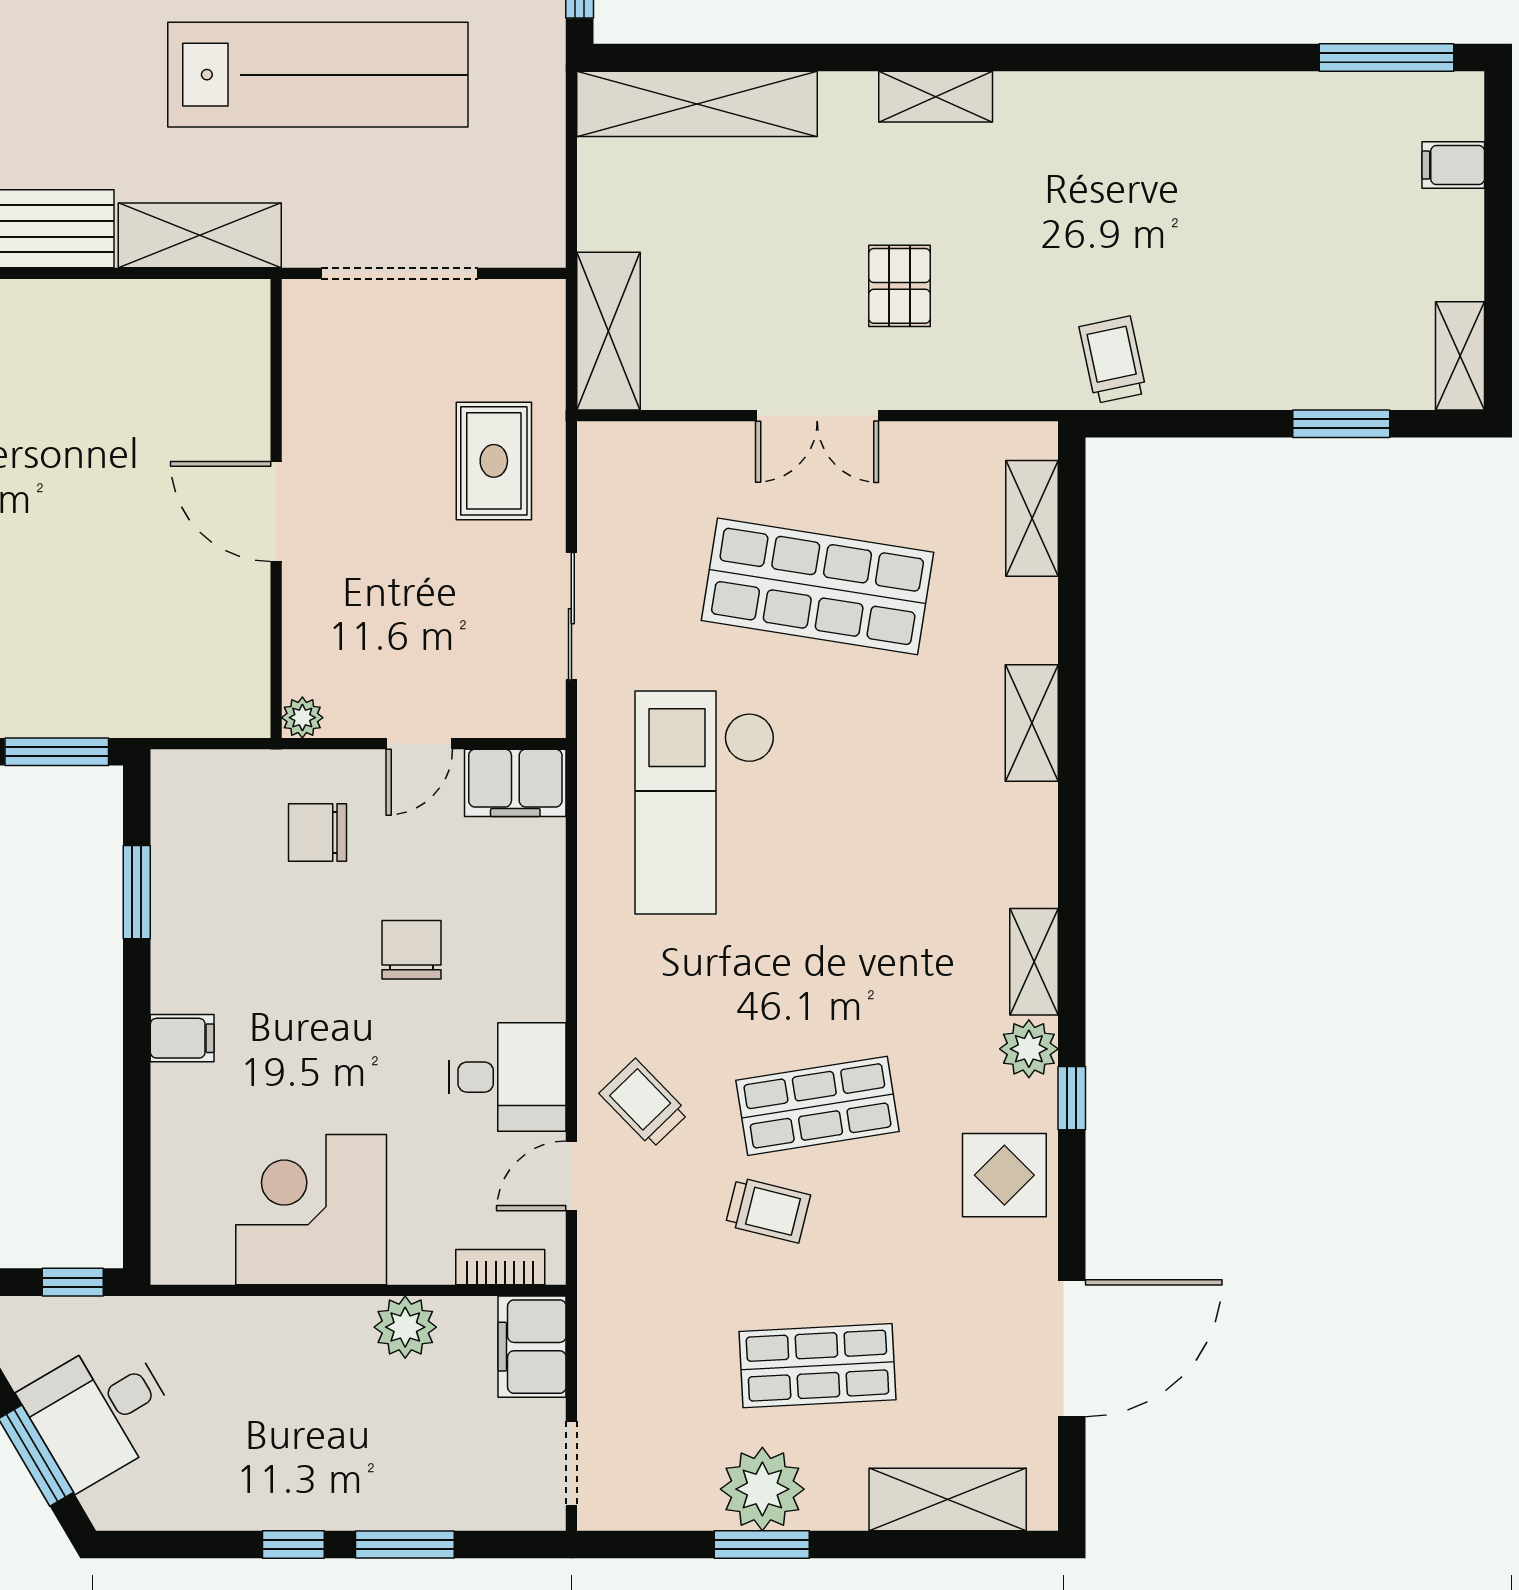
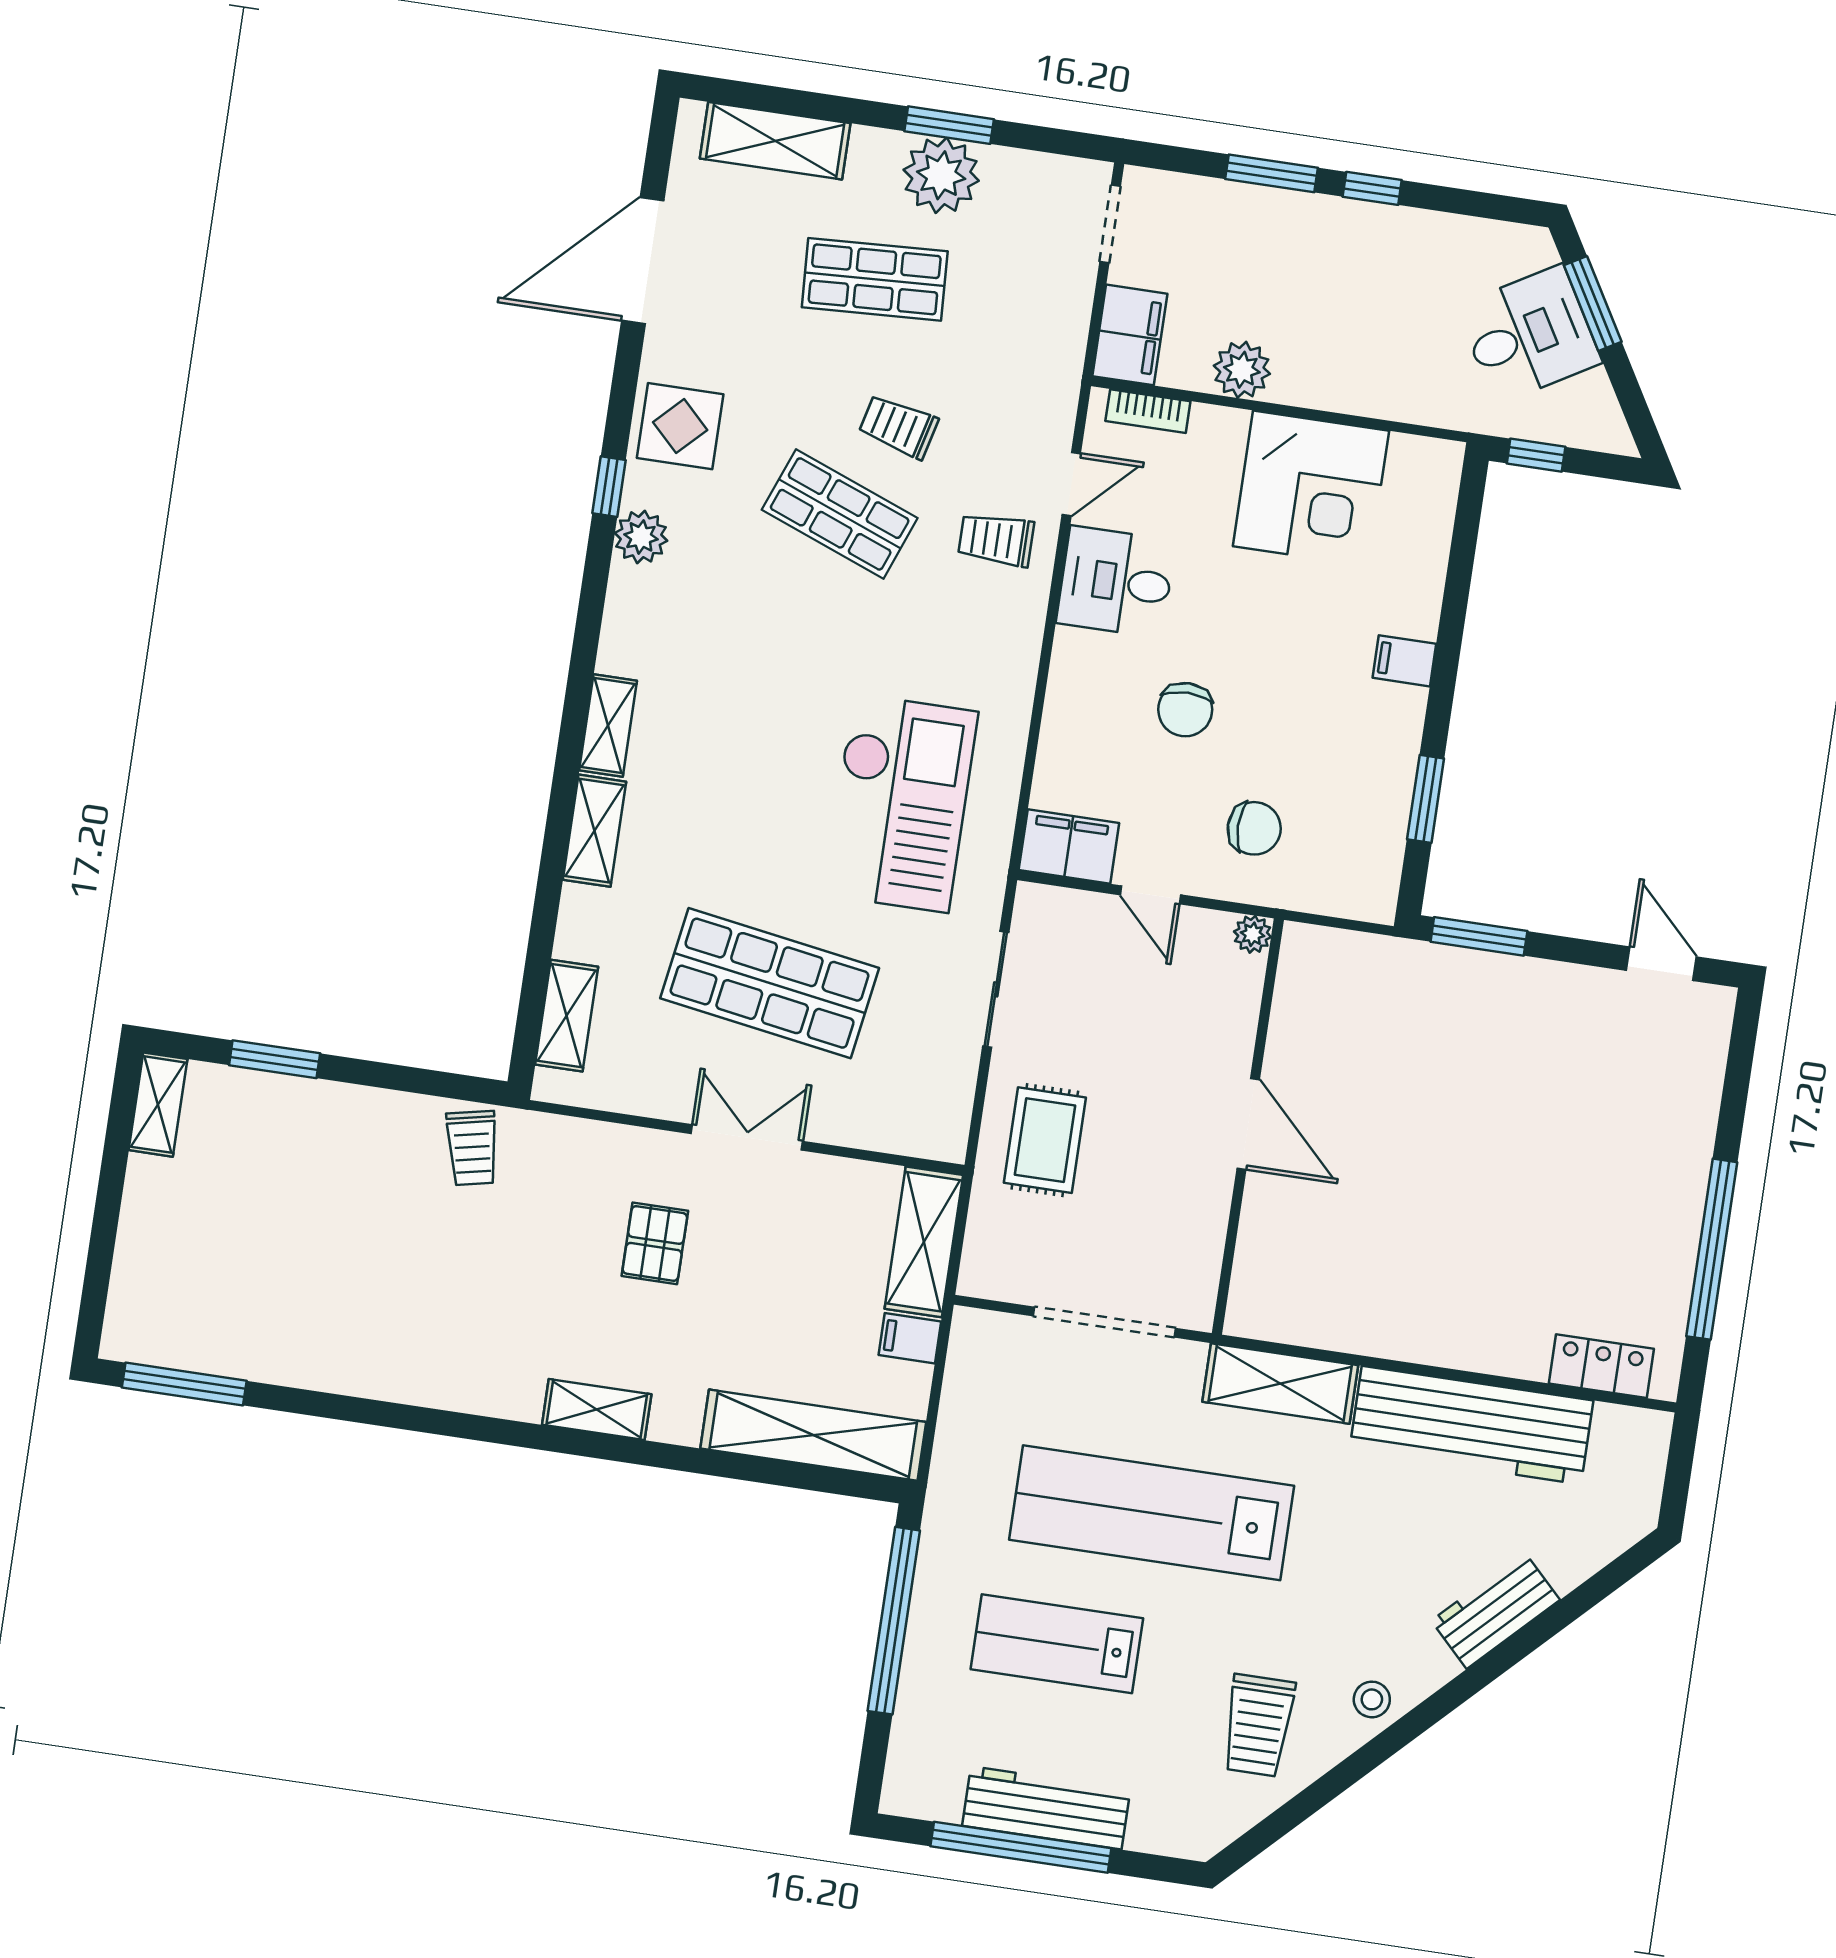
filing cabinet: (1453, 165) -> (910, 1338), moved, turned 180
door: (419, 744) -> (1150, 895), swing flipped
shelving: (1034, 962) -> (608, 726), moved
trolley: (644, 1103) -> (996, 540), turned 134
shop shelf: (817, 1106) -> (840, 514), turned 30

